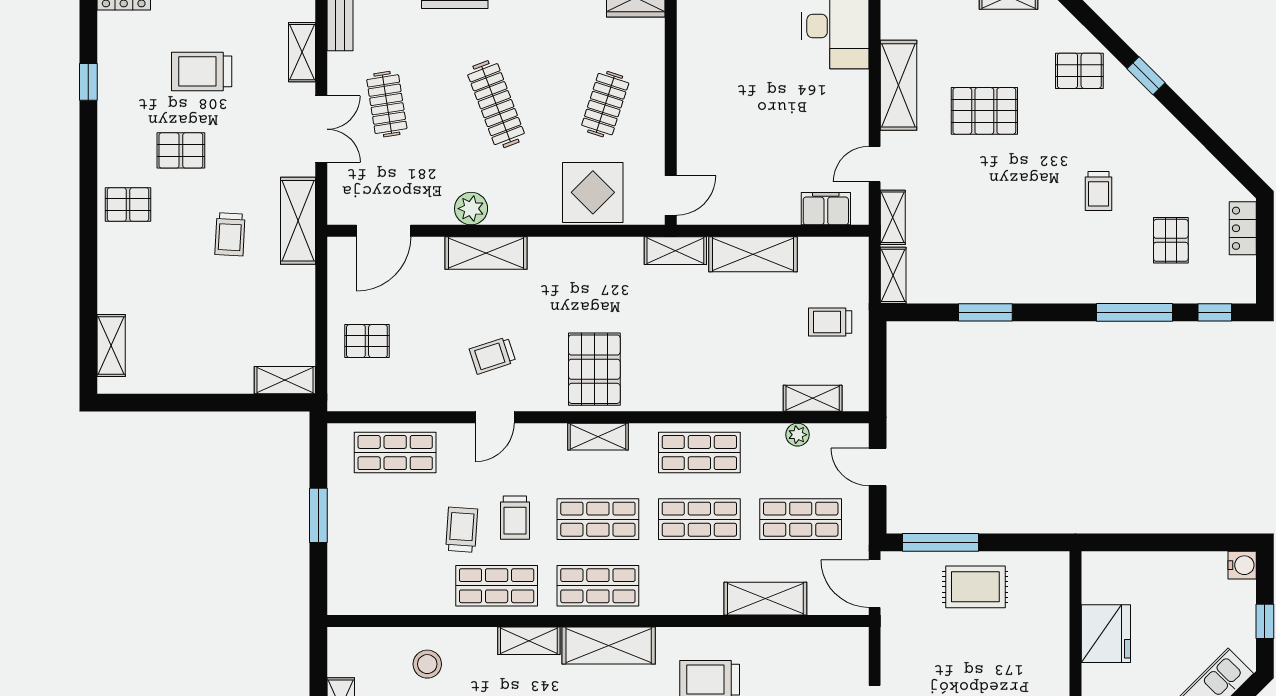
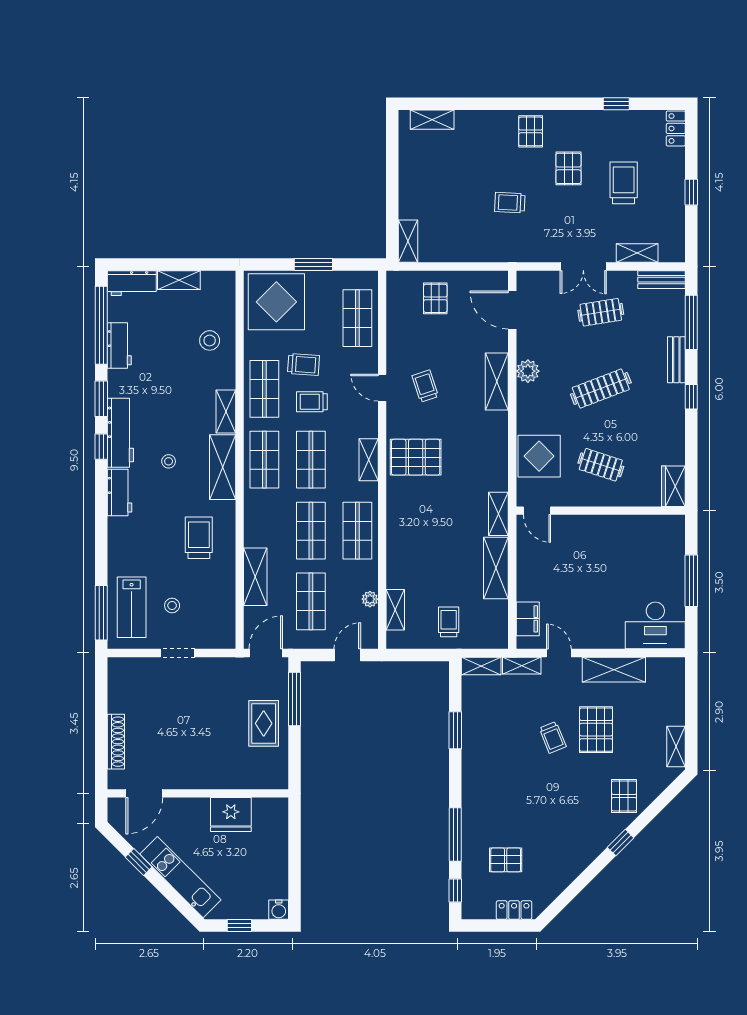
trolley: (1098, 191) -> (553, 737), moved, turned -112
shelving: (298, 221) -> (519, 250), removed
display table: (372, 569) -> (276, 302), added

